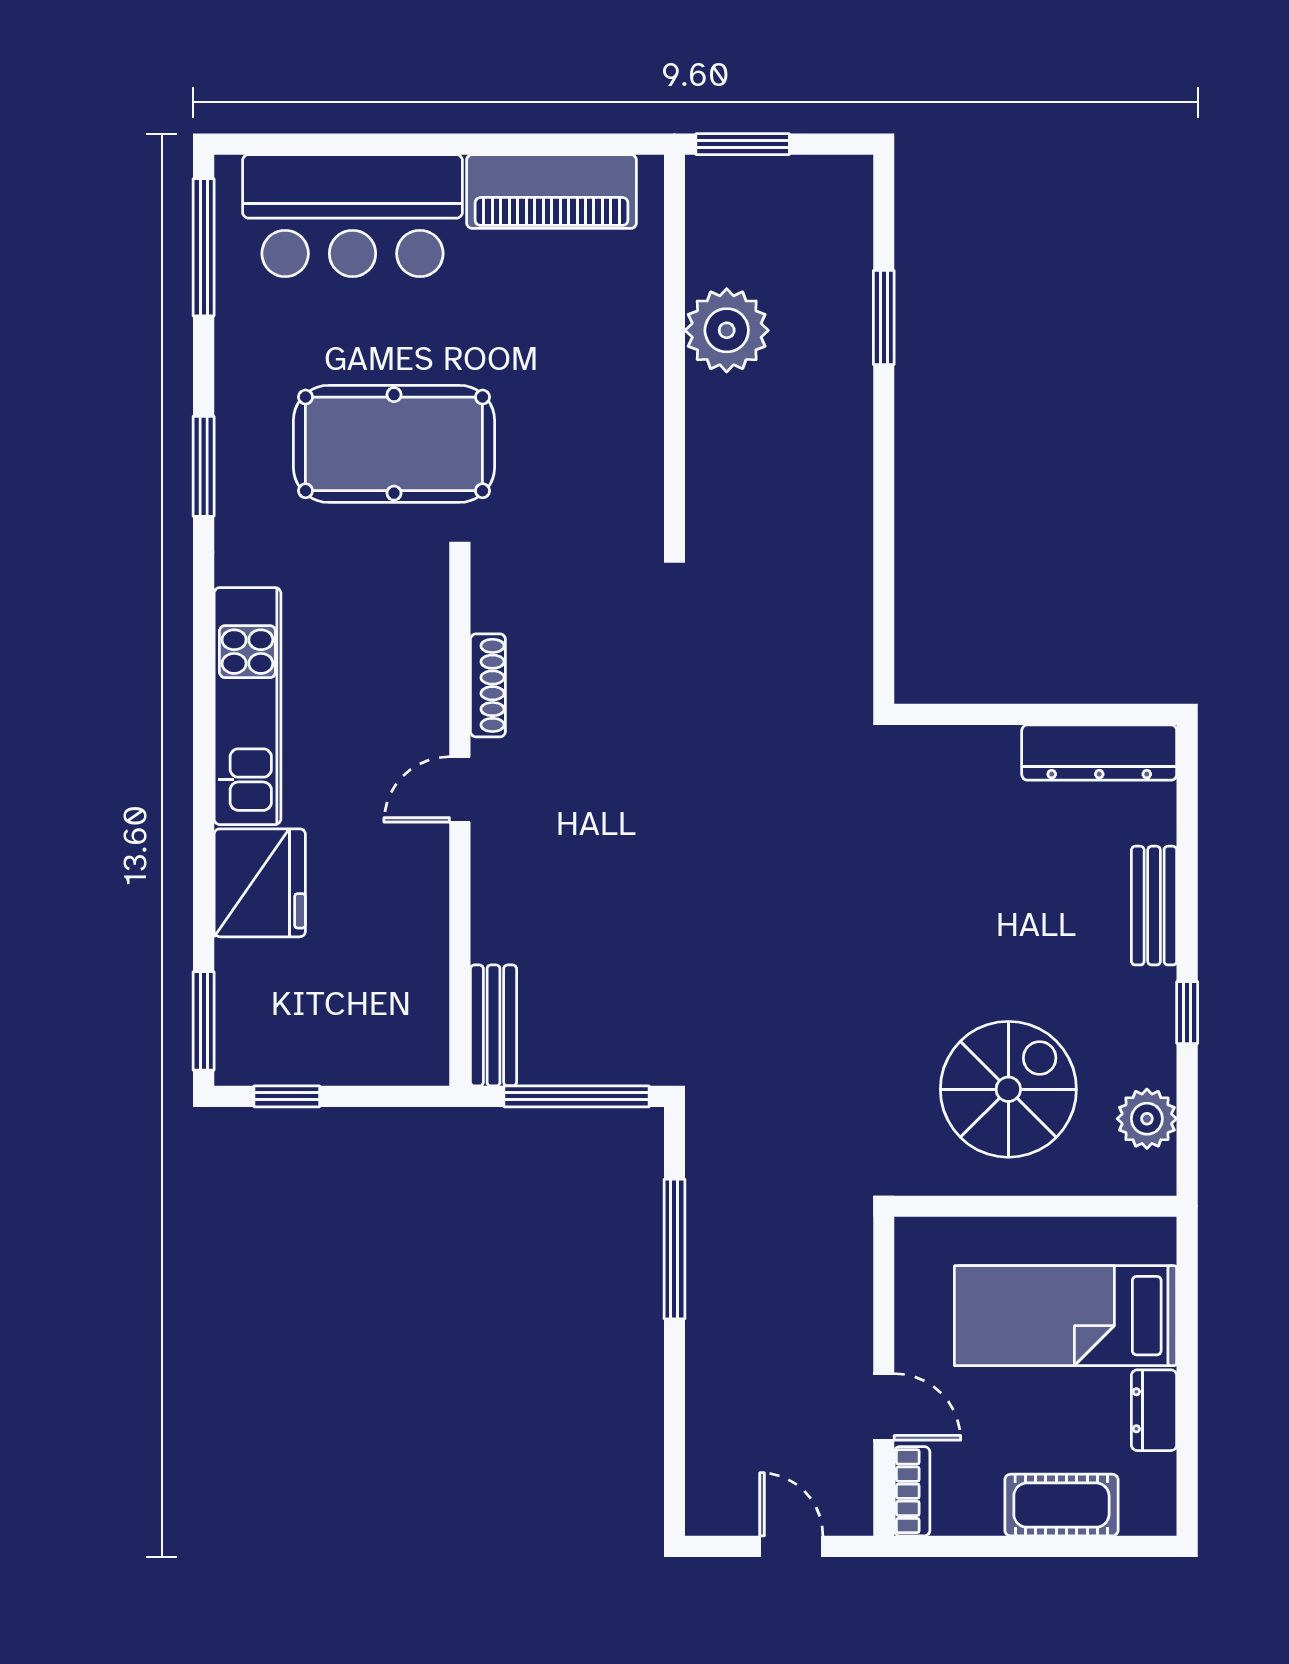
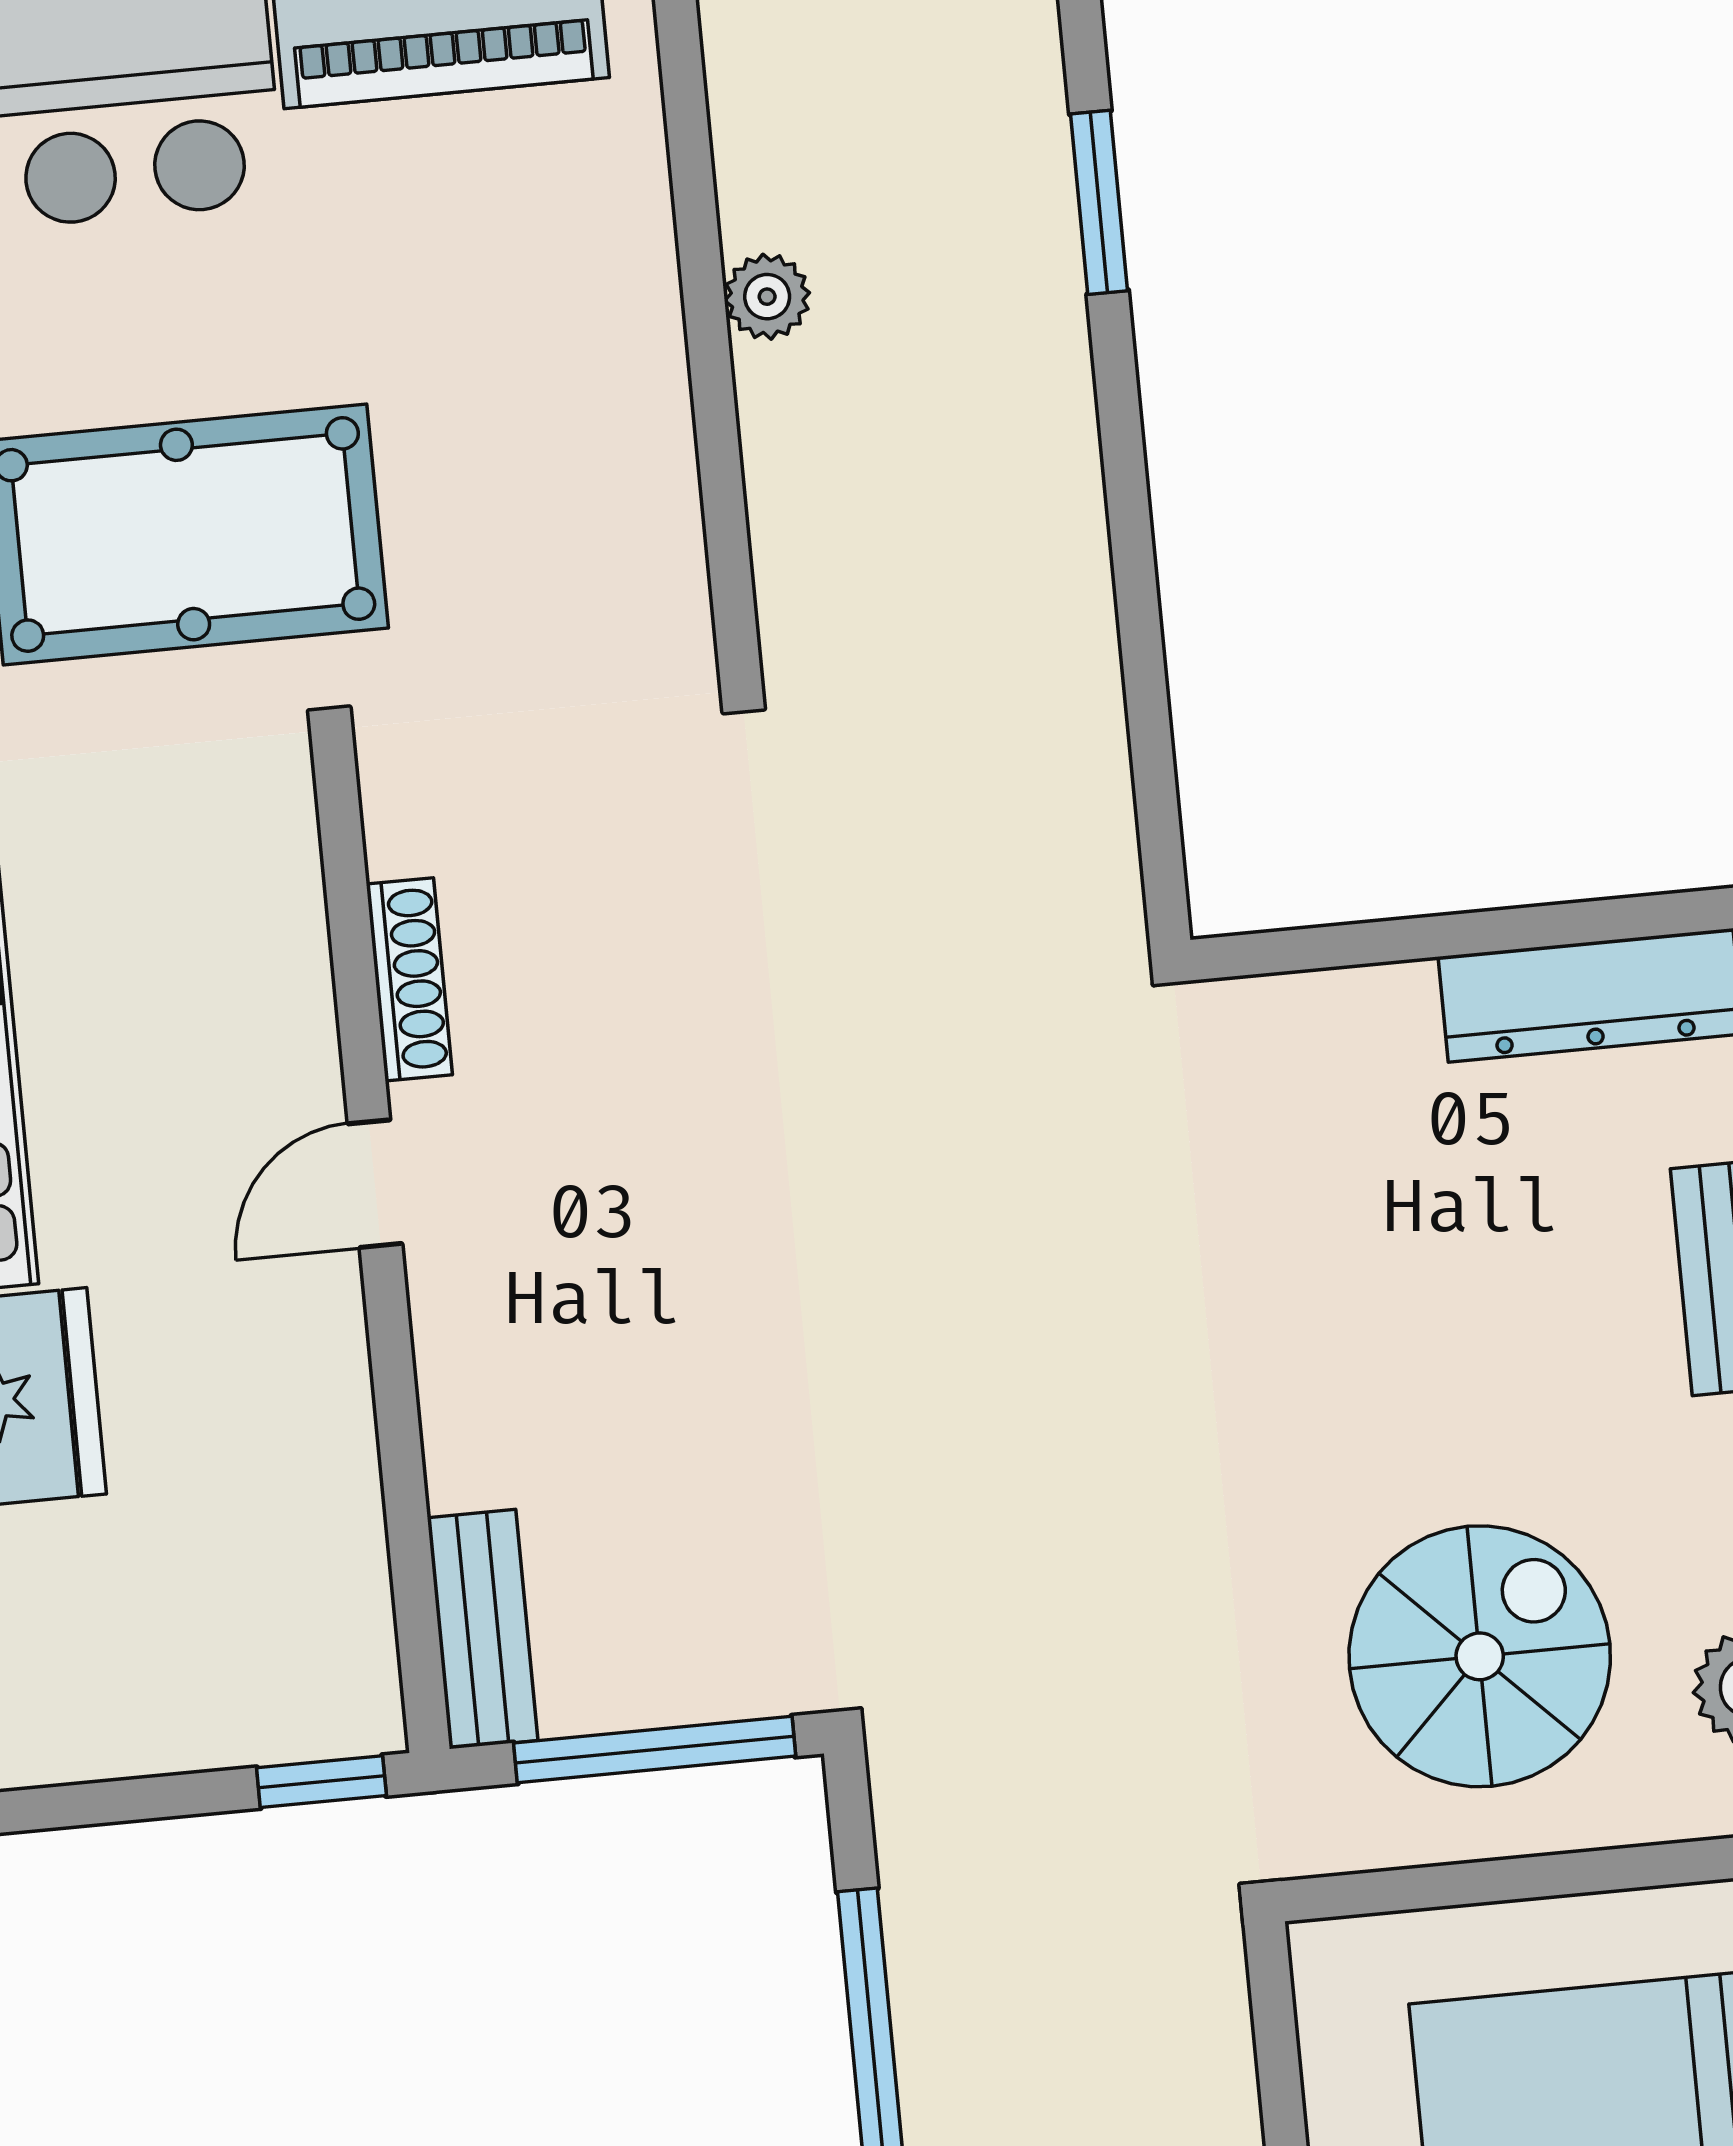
plant: (727, 330) -> (767, 297), width x0.53, depth x0.53
window: (287, 1096) -> (321, 1782), moved

